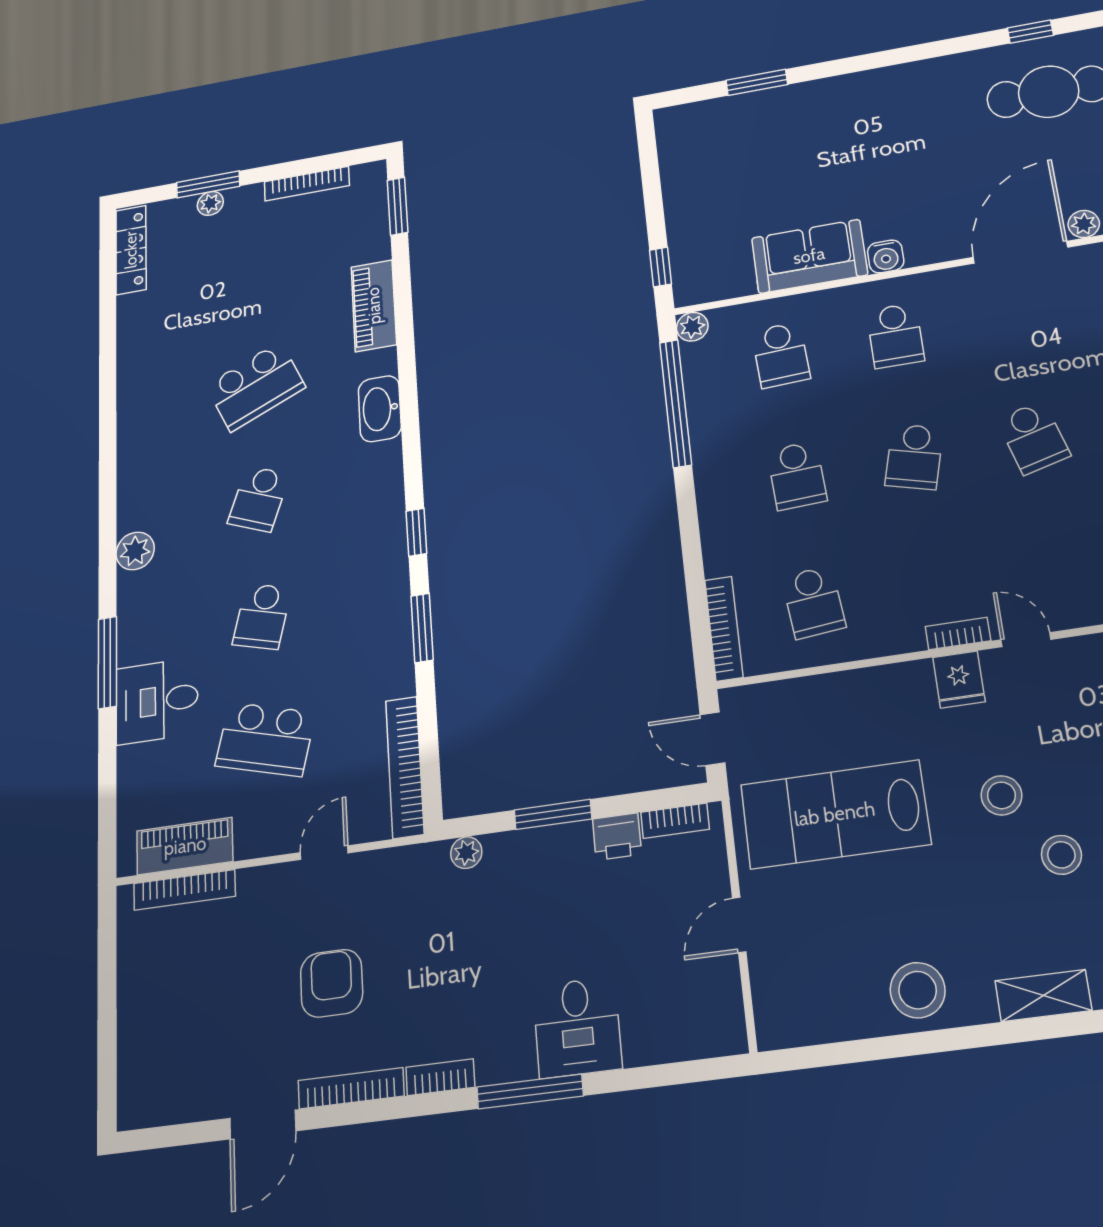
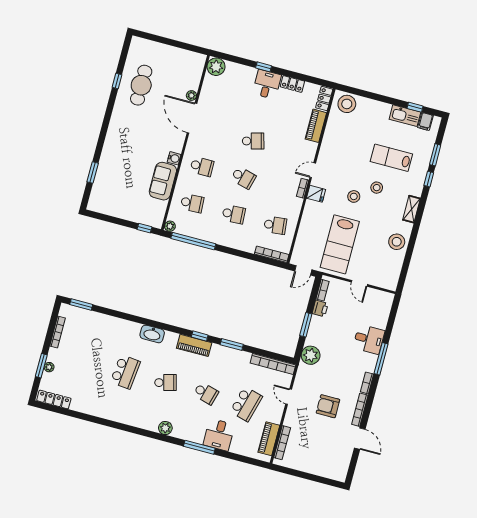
piano: (374, 306) -> (194, 345), moved
school desk: (256, 386) -> (125, 372), turned 30
school desk: (259, 499) -> (166, 383), turned -36
plant: (466, 853) -> (311, 355), width x1.88, depth x1.88

